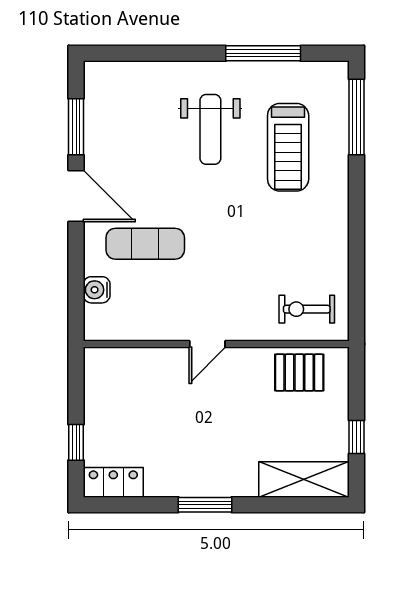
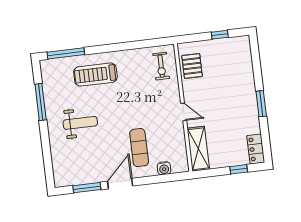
treadmill: (288, 147) -> (95, 75), moved, turned 180
shelving: (304, 479) -> (198, 149), moved

